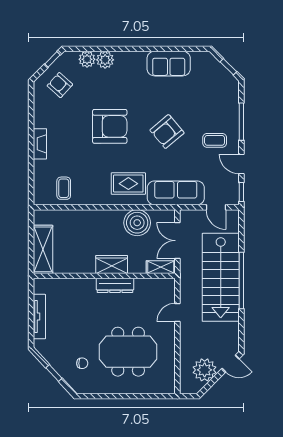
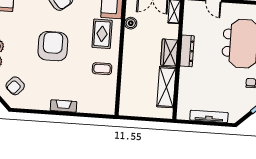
coffee table: (64, 188) -> (102, 69), moved
boiler: (137, 223) -> (131, 23), width x0.54, depth x0.54
shelving: (43, 249) -> (166, 87), moved, turned 90

